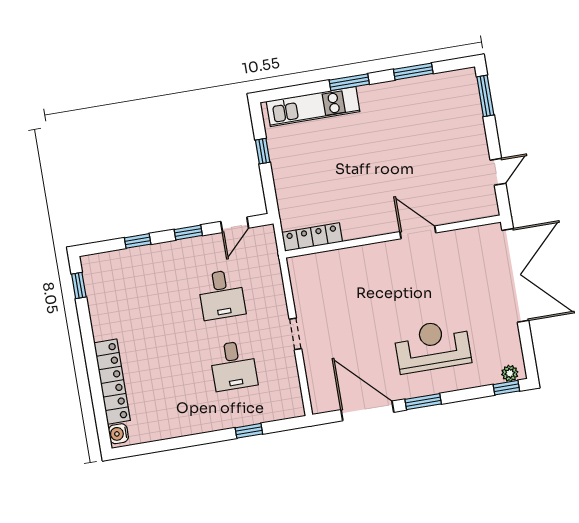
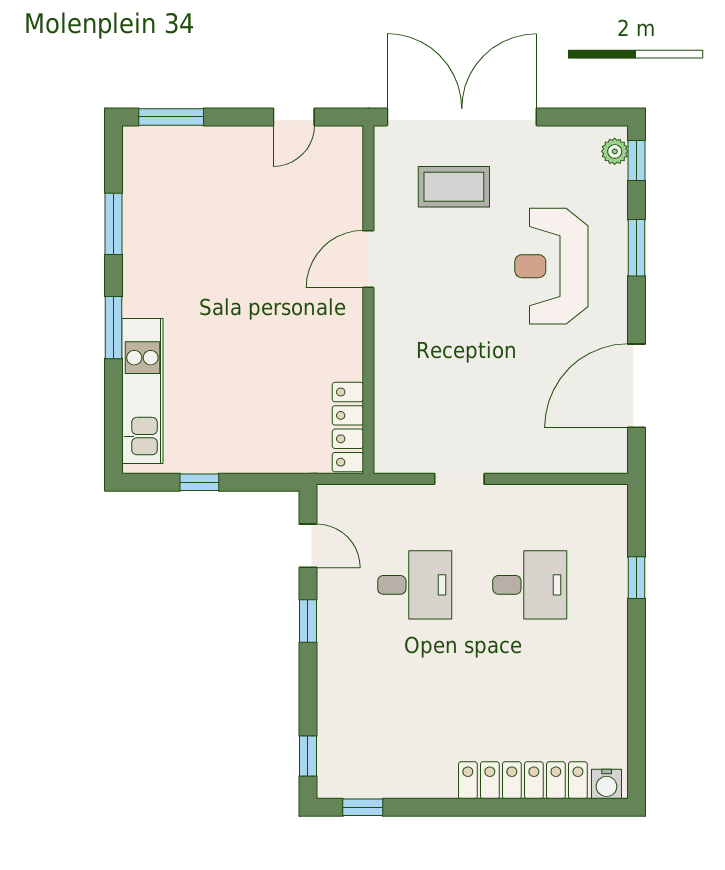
door: (498, 172) -> (294, 117), swing flipped
window: (138, 241) -> (308, 756), moved
coffee table: (471, 278) -> (454, 187), added
doorway: (295, 334) -> (459, 479), moved
window: (423, 402) -> (636, 248), moved

